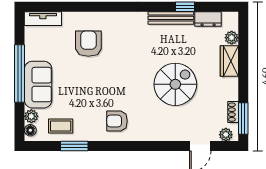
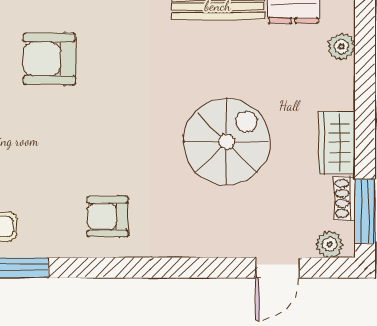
armchair: (88, 44) -> (49, 59), turned -90
wardrobe: (229, 61) -> (337, 143), moved

